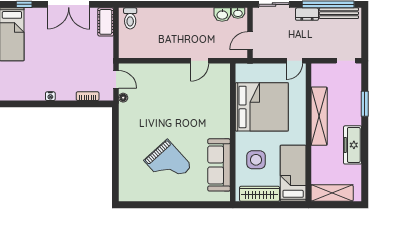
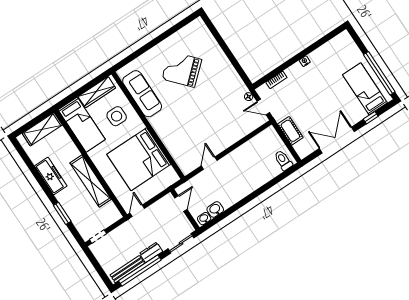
cot: (106, 22) -> (290, 131), moved

